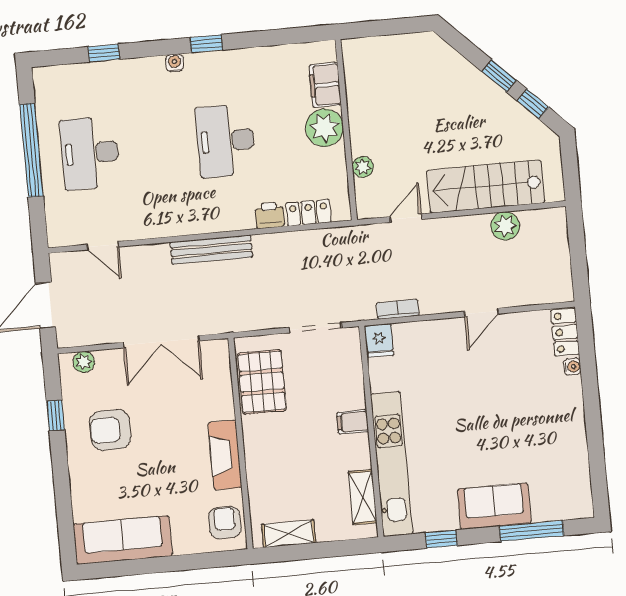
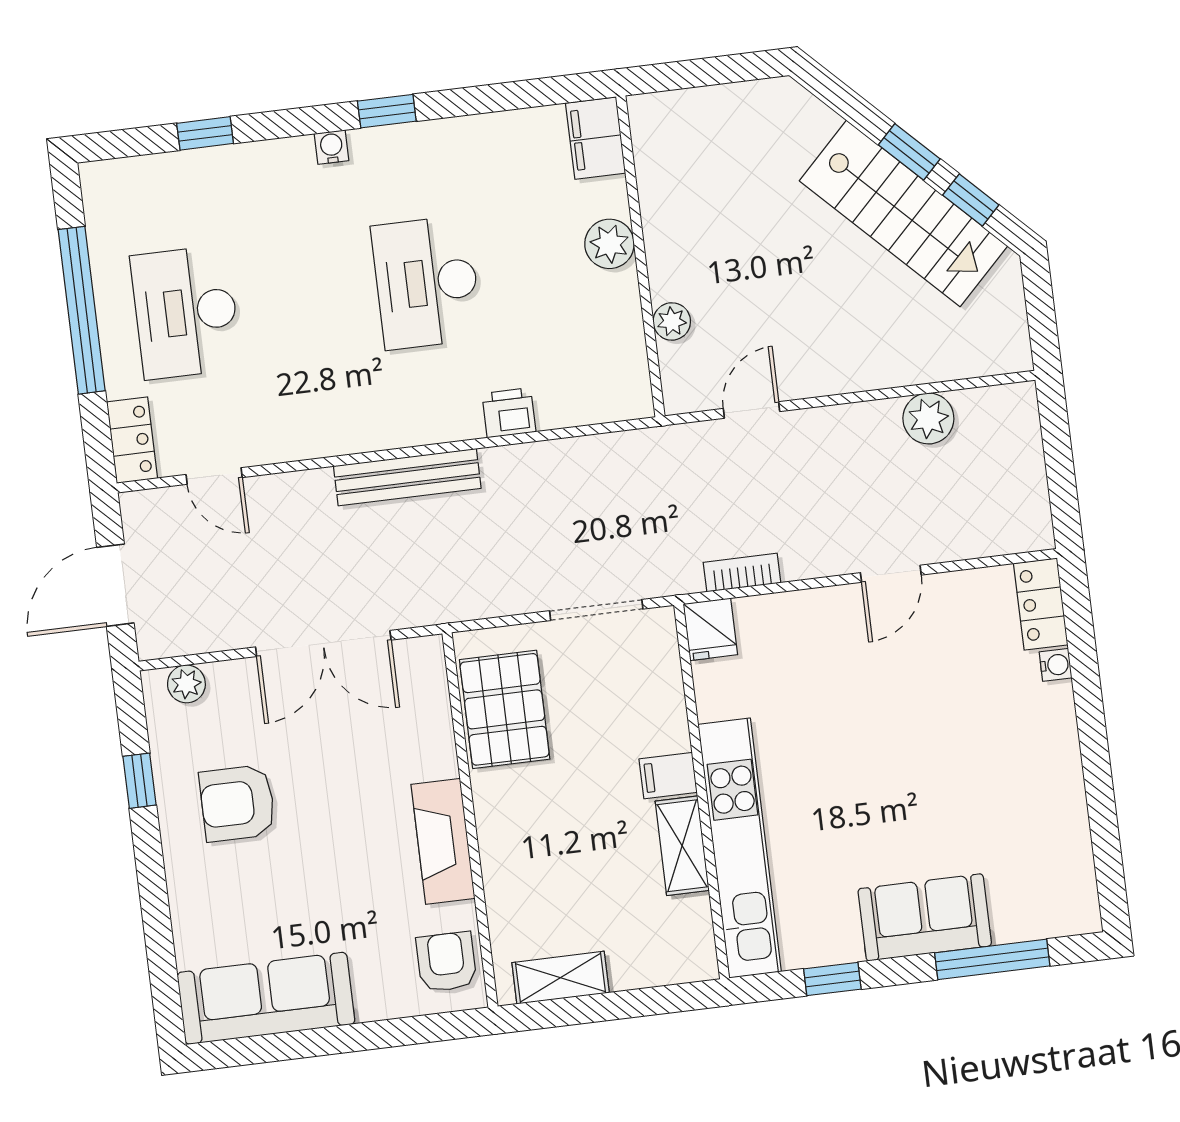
filing cabinet: (325, 85) -> (596, 138), moved
plant: (325, 128) -> (609, 244), width x0.73, depth x0.73
stairs: (486, 186) -> (903, 213), moved, turned -135
locker: (308, 213) -> (132, 440), moved, turned 90
shelving: (363, 497) -> (682, 846), moved

